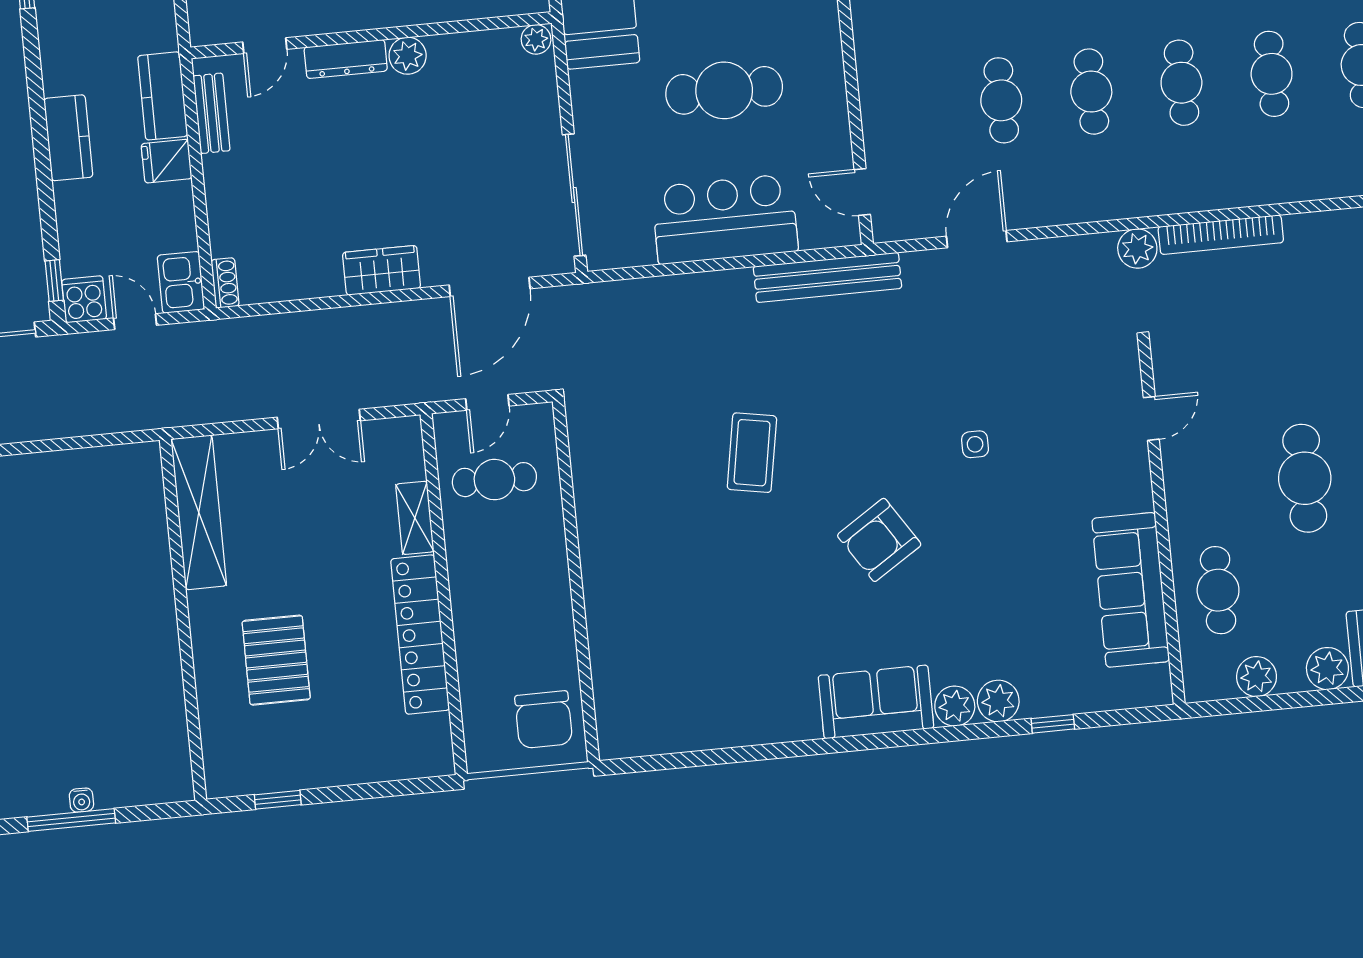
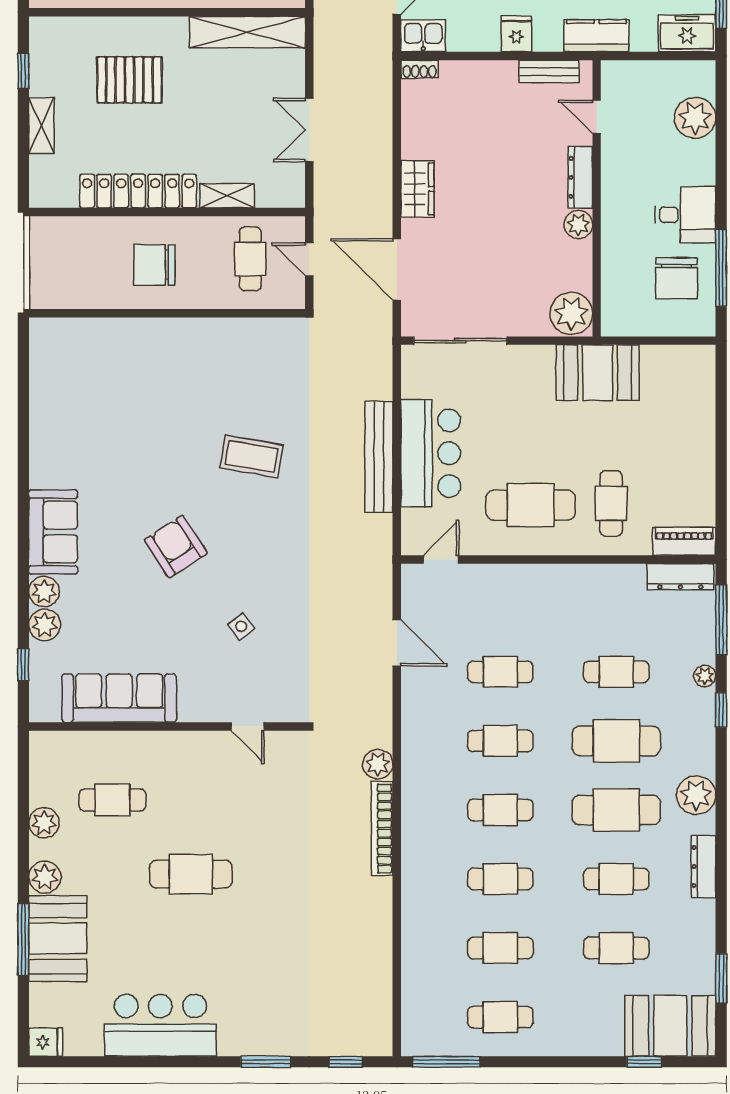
plant: (536, 39) -> (571, 313), width x1.88, depth x1.88
cafe table: (724, 90) -> (531, 505), moved, turned 90
kitchen counter: (163, 96) -> (597, 36), moved
bench: (827, 277) -> (379, 457), moved
door: (1151, 418) -> (248, 726), moved
side table: (975, 444) -> (241, 626), turned -37
wall: (1162, 524) -> (167, 726), moved
sofa: (1131, 590) -> (119, 698), moved
chair: (544, 720) -> (154, 265), moved
shelving: (347, 769) -> (41, 126), added

